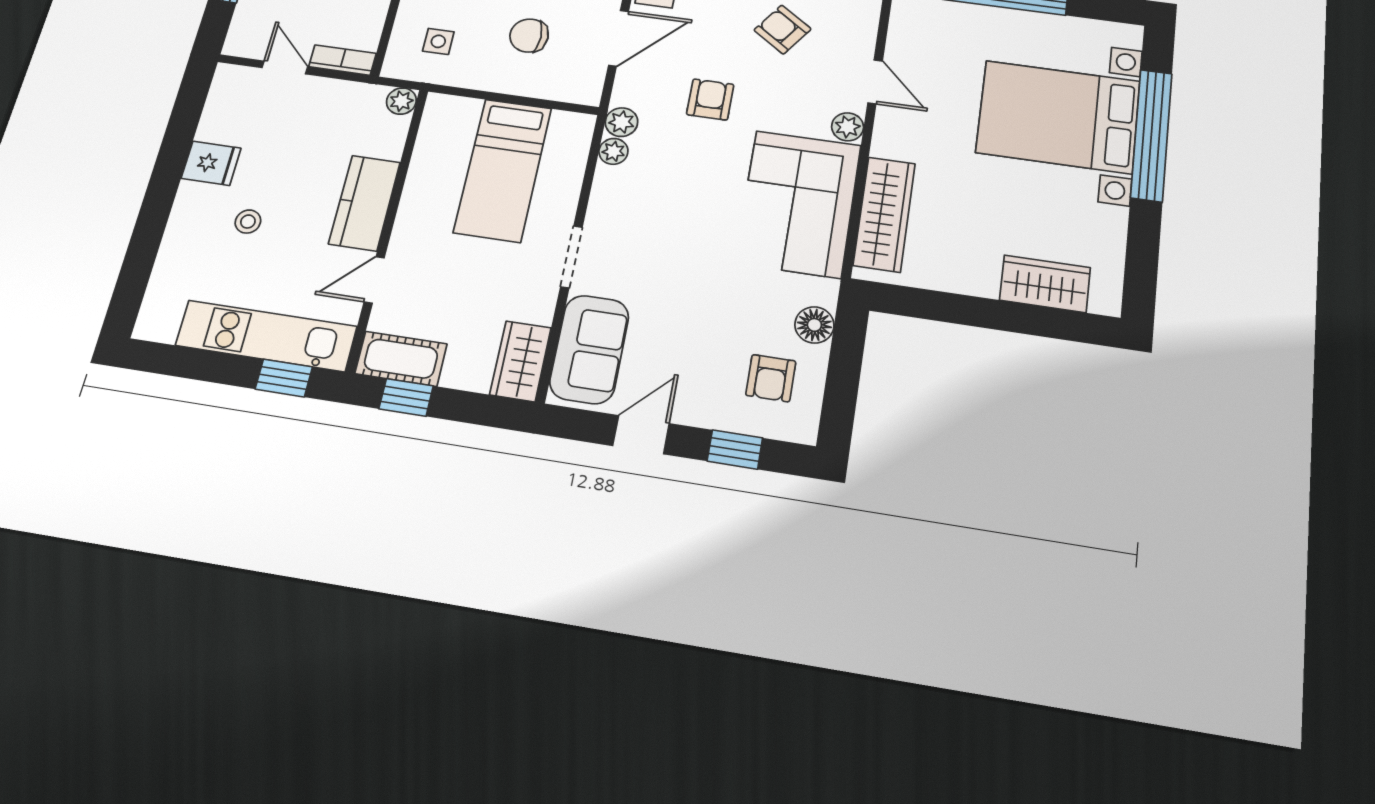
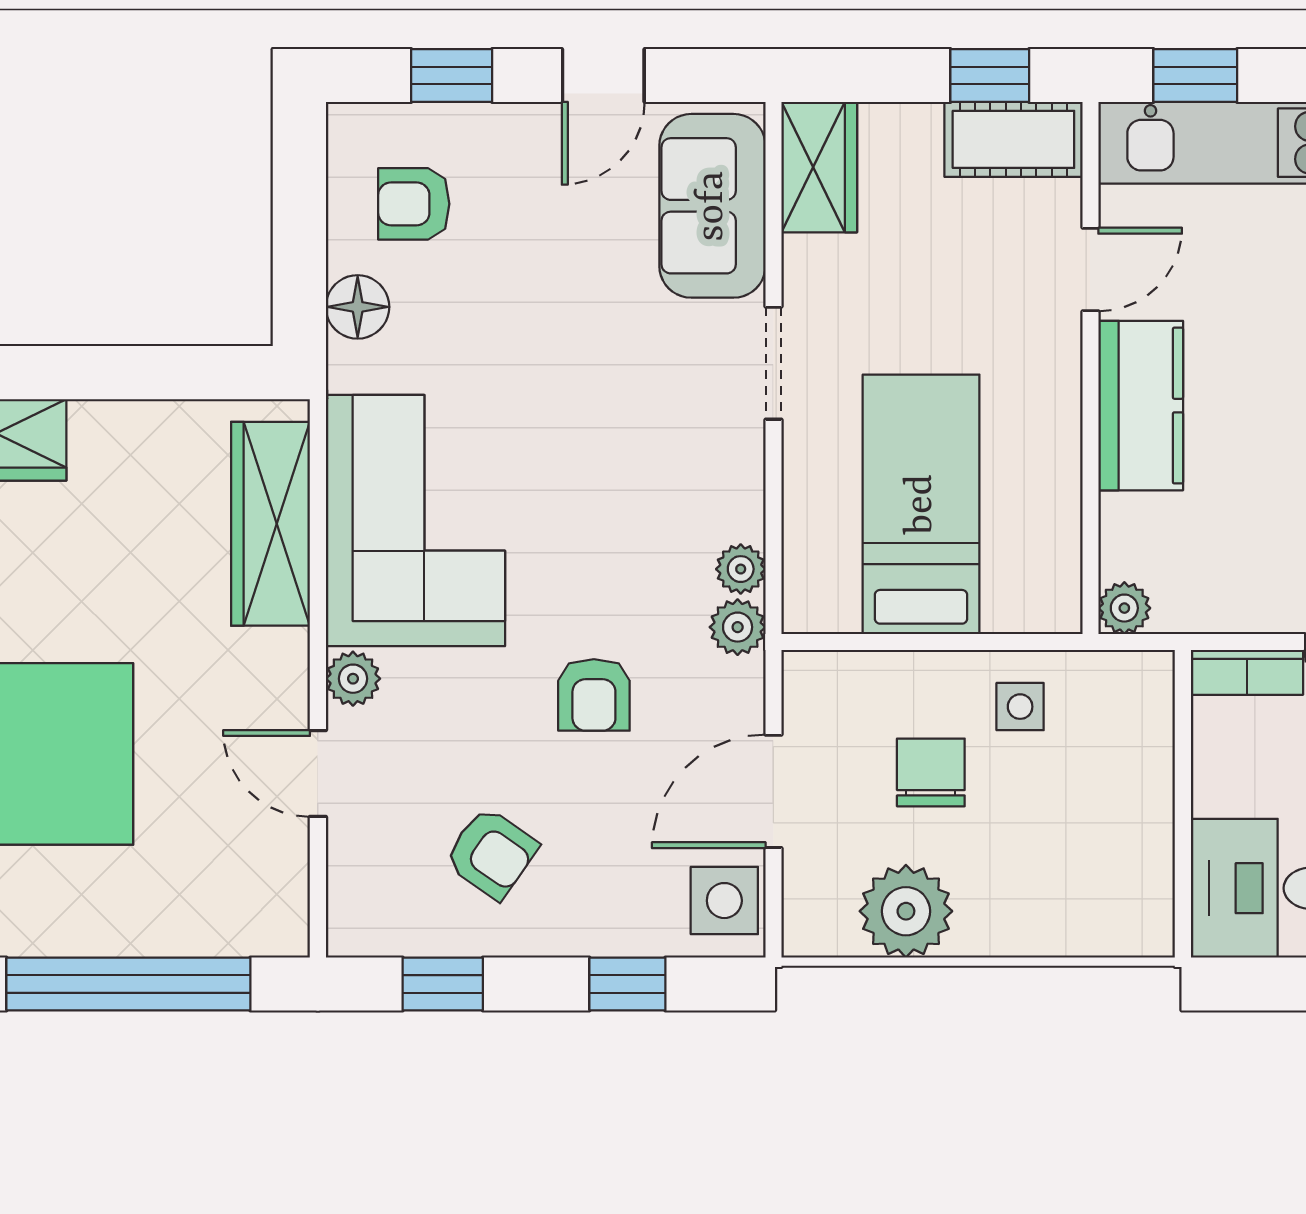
chair: (529, 36) -> (931, 772), turned -90
side table: (438, 41) -> (1020, 707), moved
armchair: (771, 378) -> (414, 204), turned -90

